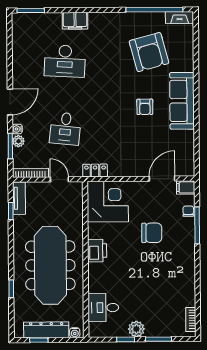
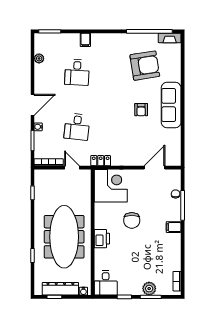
filing cabinet: (75, 21) -> (85, 40), width x0.50
armchair: (149, 52) -> (145, 66), turned -84
desk: (65, 61) -> (77, 72), width x0.73
plant: (18, 141) -> (39, 58), moved
filing cabinet: (186, 187) -> (174, 227), moved
tv unit: (19, 198) -> (39, 183), removed
chair: (152, 233) -> (132, 220), moved, turned 90
printer: (97, 251) -> (102, 239), moved
desk: (103, 308) -> (106, 283), moved, turned -90
plant: (136, 329) -> (149, 289), moved

